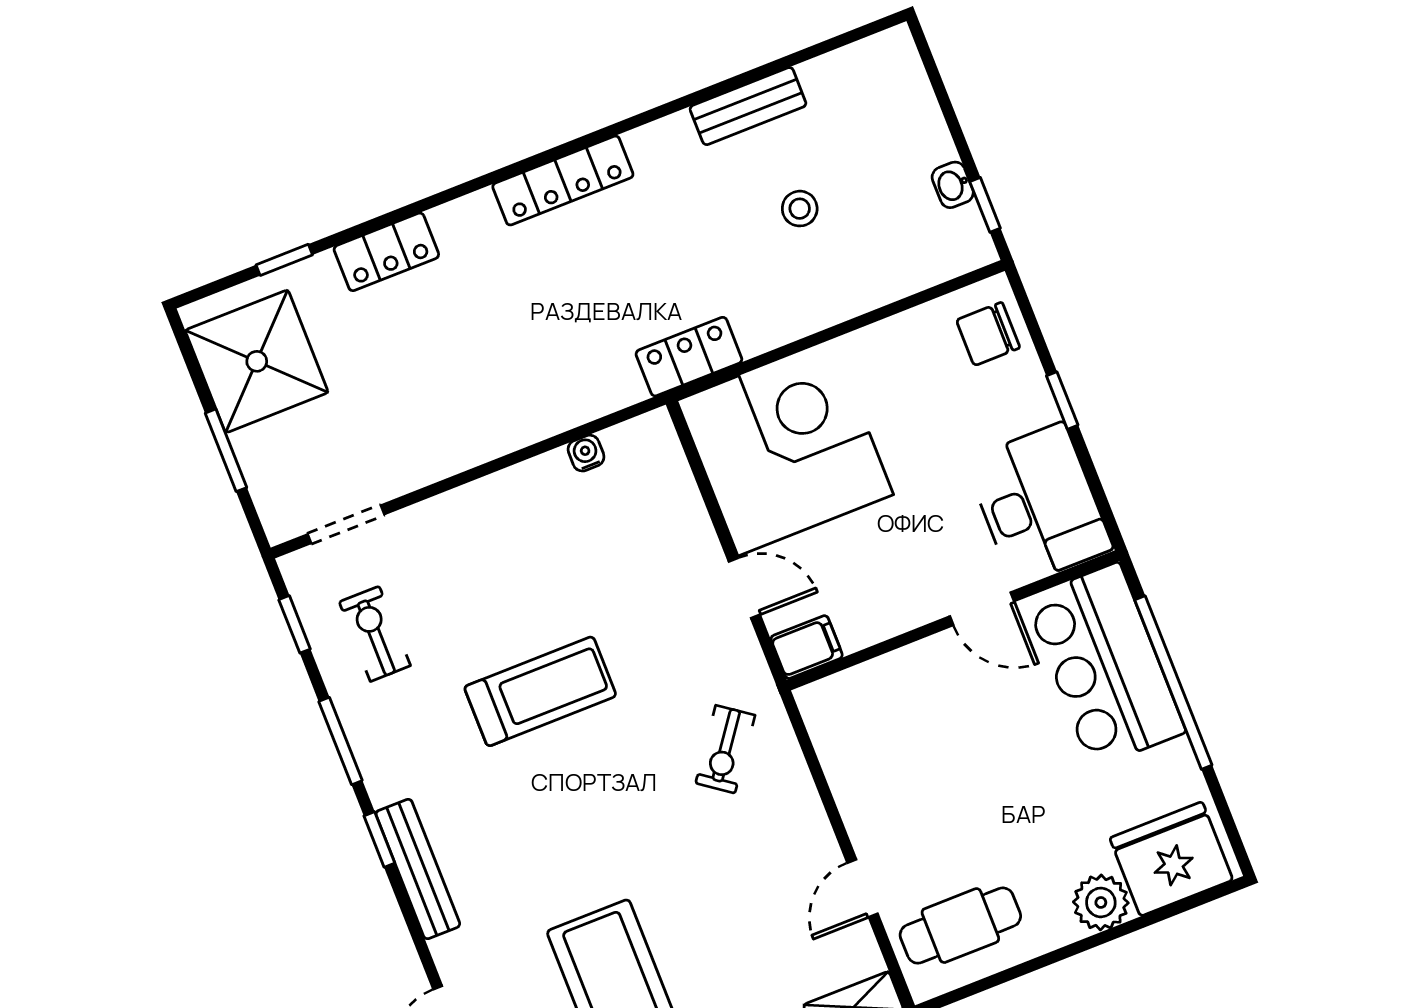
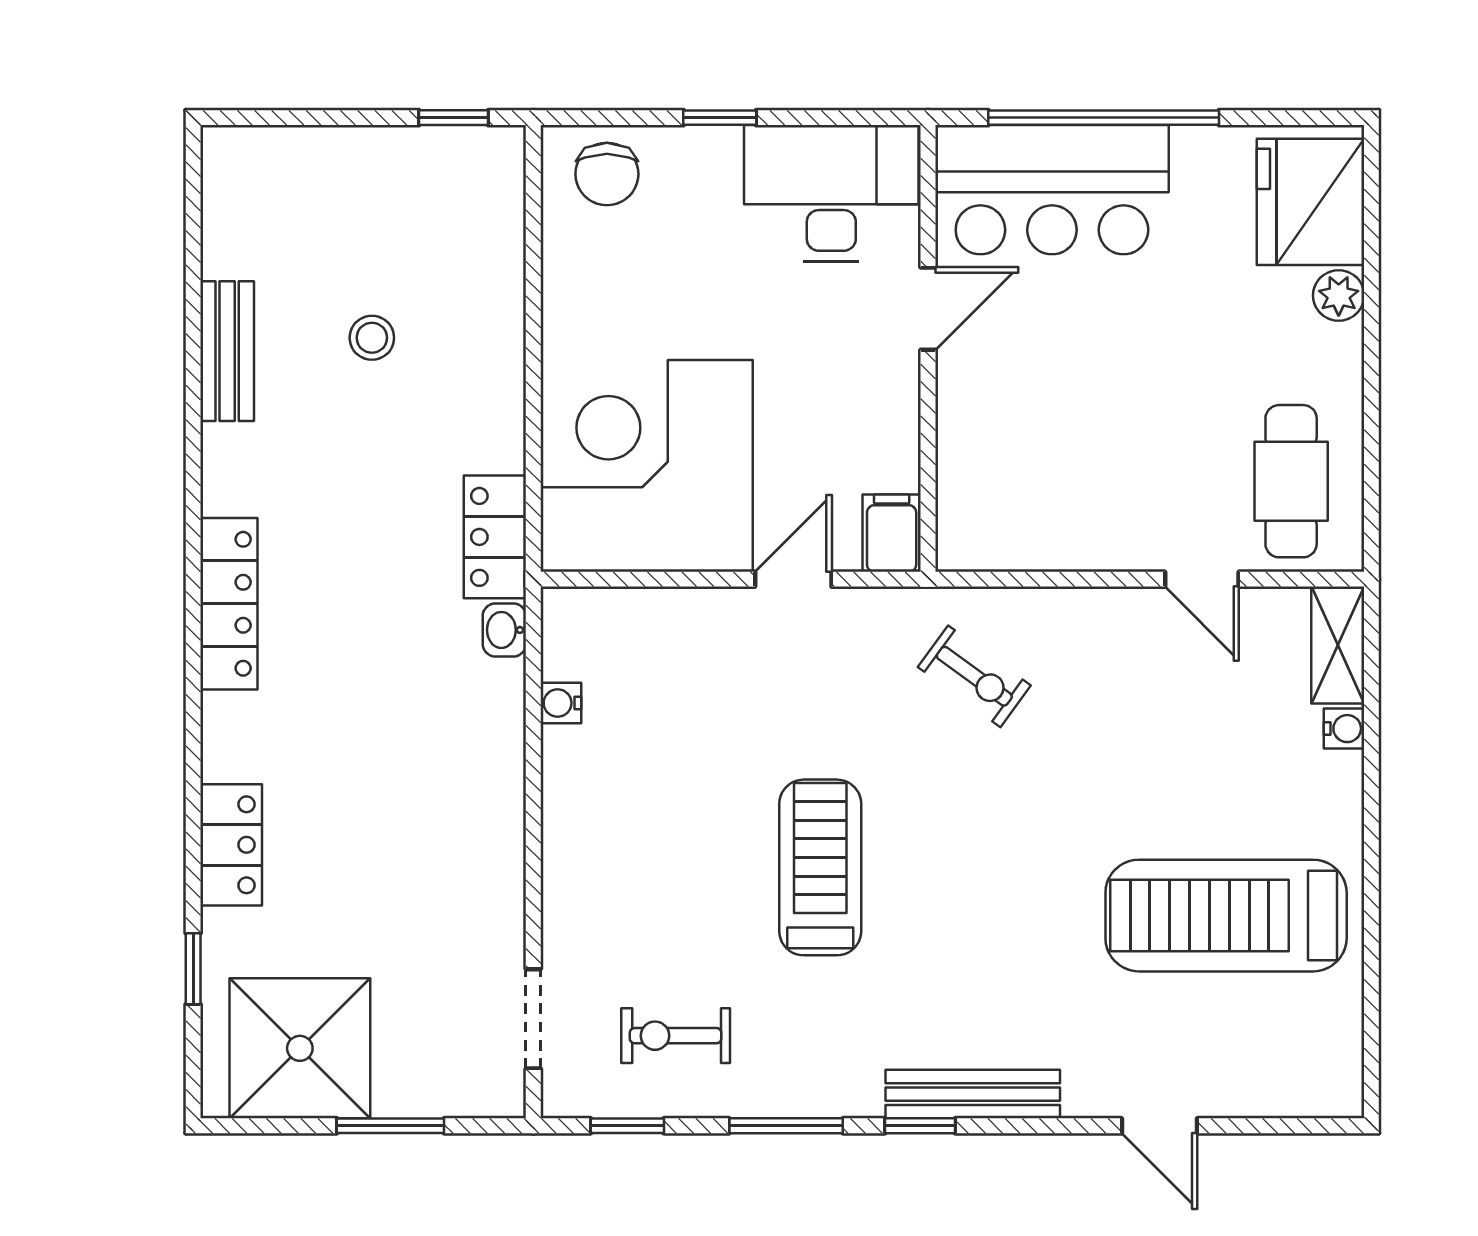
washbasin: (953, 185) -> (504, 630), moved, turned 90
plant: (1101, 902) -> (1339, 295), width x0.73, depth x0.73

